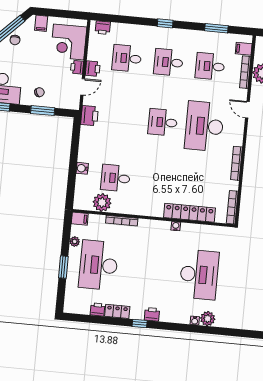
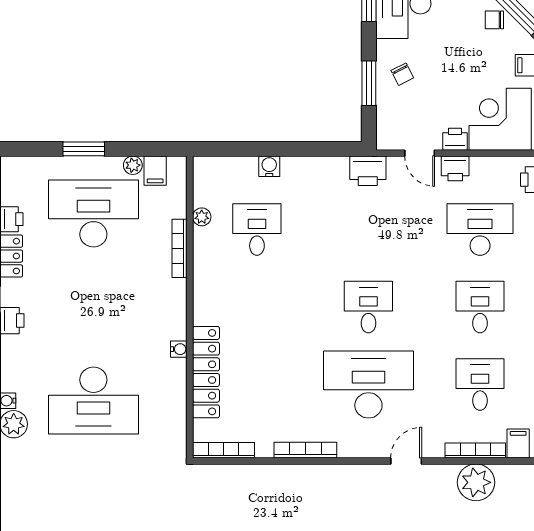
desk: (127, 58) -> (480, 230), width x1.37
plant: (102, 202) -> (202, 217), width x0.53, depth x0.53
filing cabinet: (80, 219) -> (155, 171), moved

